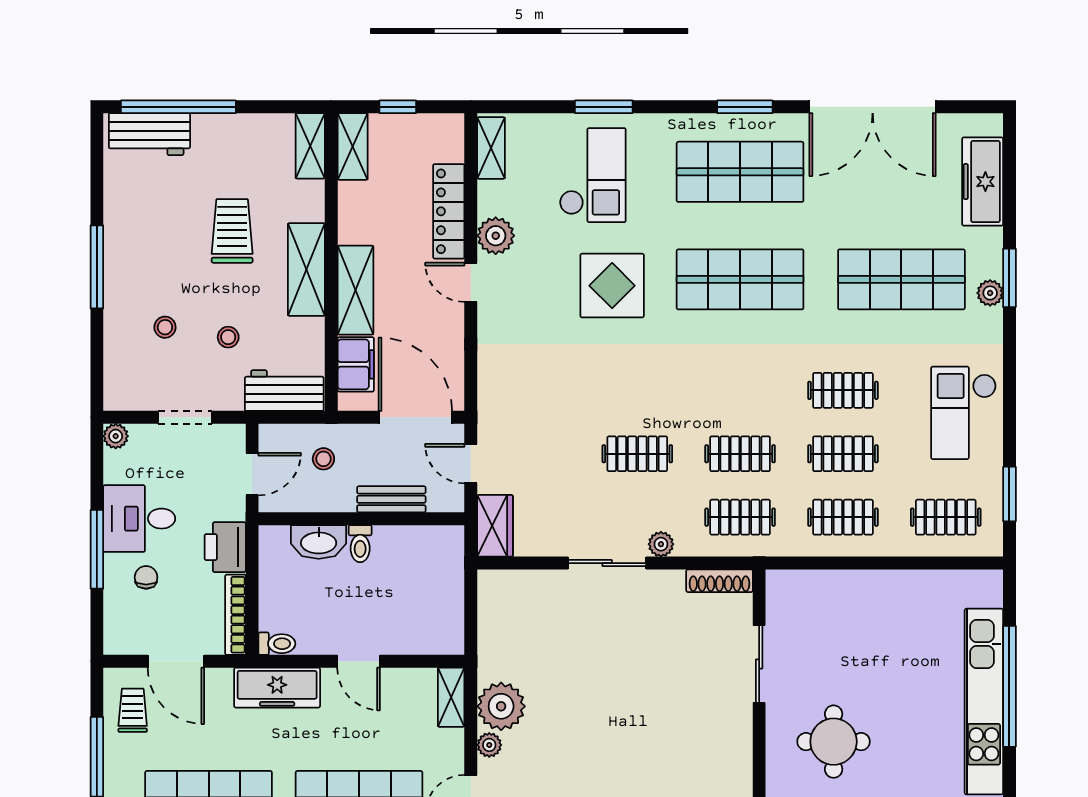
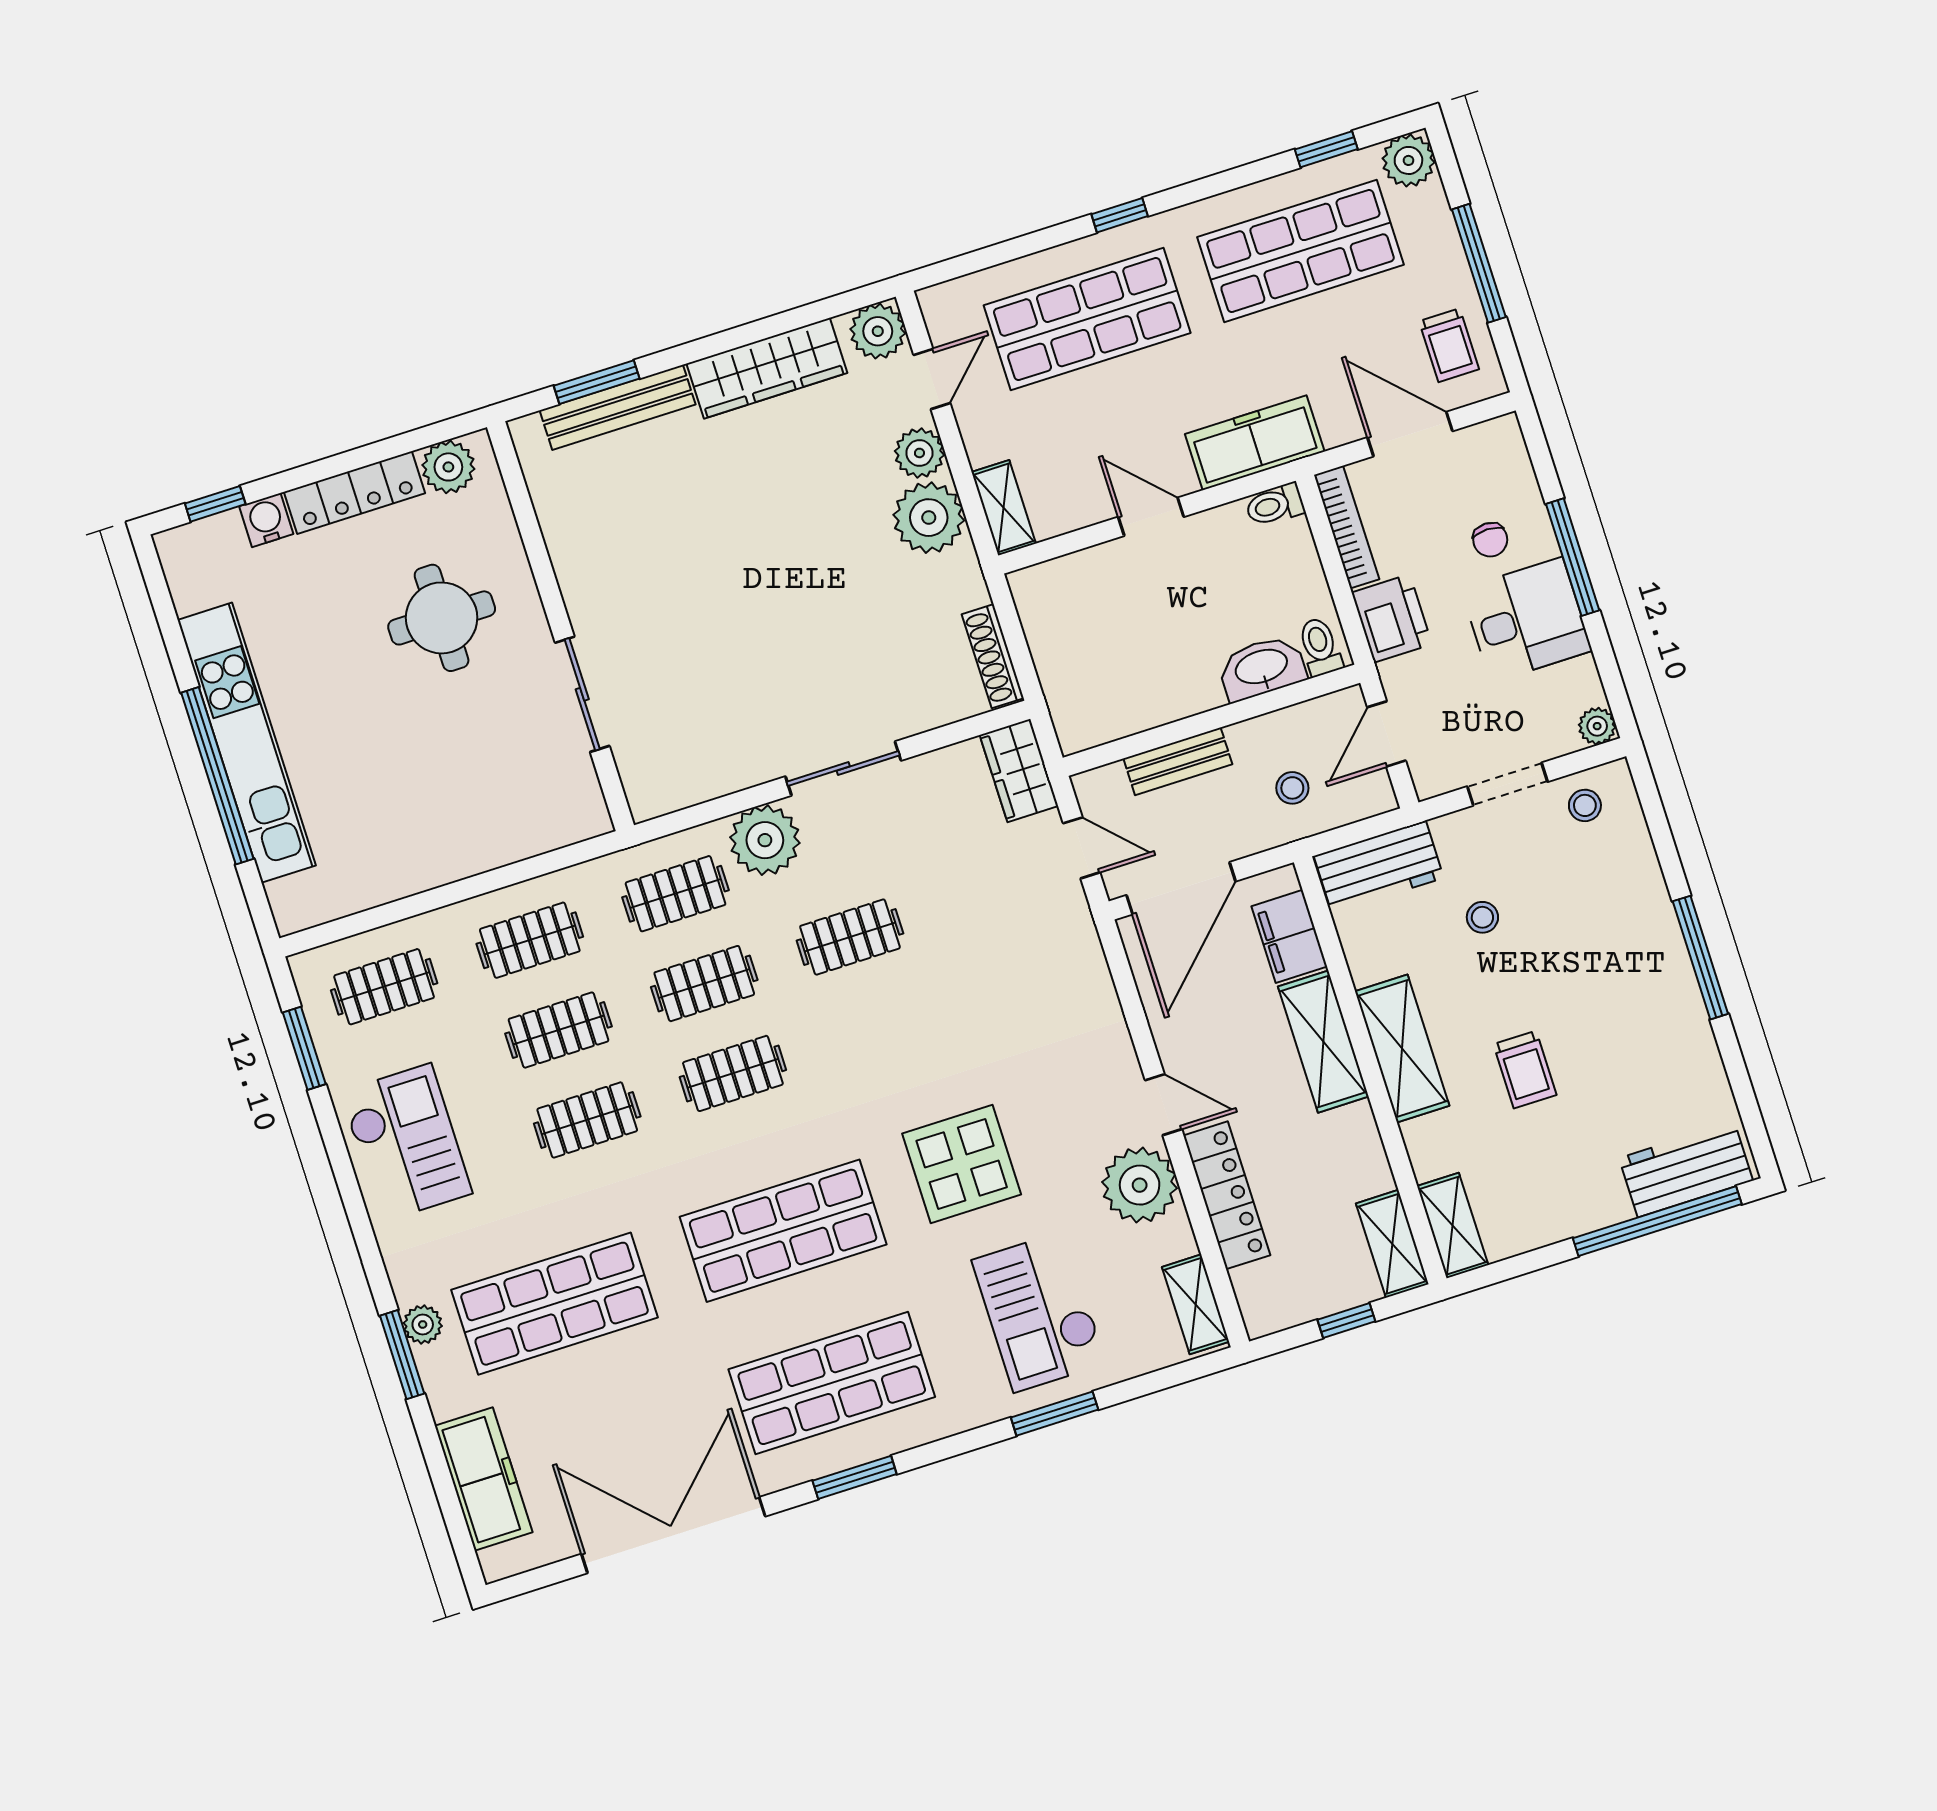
trolley: (232, 231) -> (1525, 1070), width x0.73, depth x0.72
plant: (496, 236) -> (1140, 1185), width x1.36, depth x1.36
stool: (165, 327) -> (1585, 805), moved
clothes rail: (740, 390) -> (733, 1073), added
door: (415, 417) -> (1181, 888), hinge flipped
toilet: (360, 544) -> (1320, 647), moved
plant: (661, 544) -> (765, 840), width x1.88, depth x1.88
shoe rack: (719, 581) -> (993, 656), moved, turned -90
plant: (489, 745) -> (919, 453), width x1.38, depth x1.38

